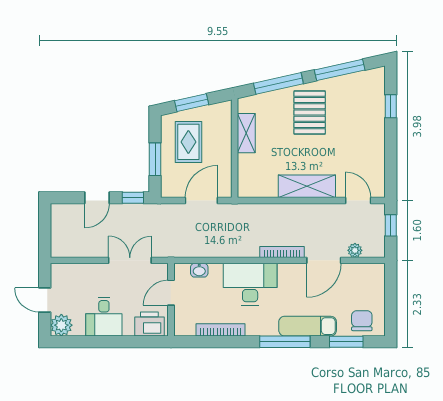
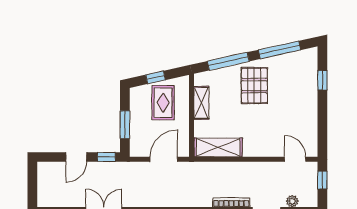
window: (192, 103) -> (156, 77), width x0.67
rug: (188, 142) -> (163, 103), moved
shelving: (307, 186) -> (218, 147), moved

